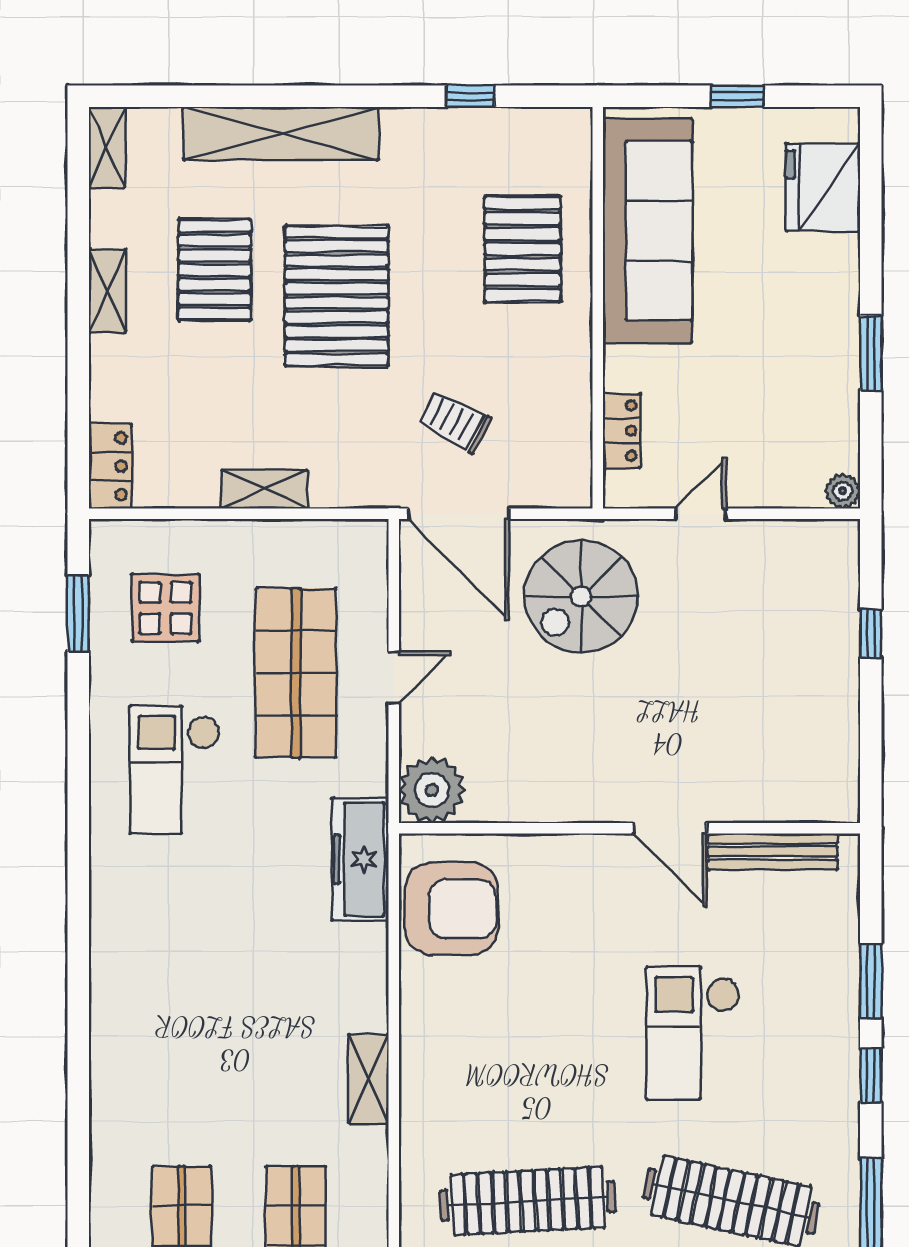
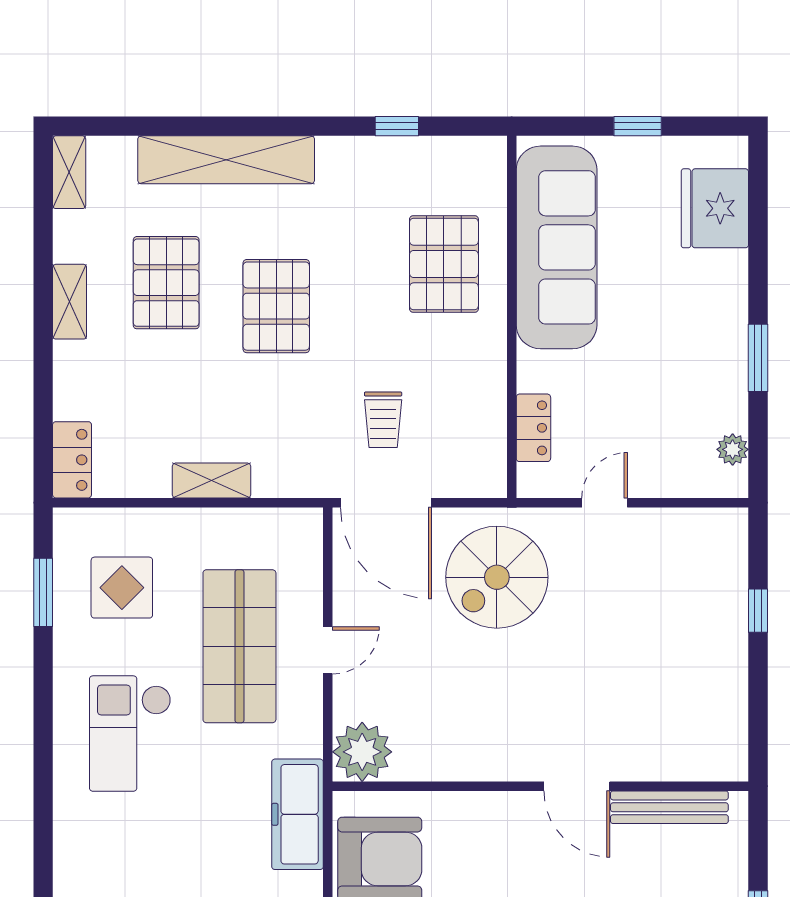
pallet: (337, 296) -> (276, 306), width x0.73, depth x0.71
trolley: (455, 422) -> (383, 420), turned -118
plant: (843, 491) -> (733, 449), moved

